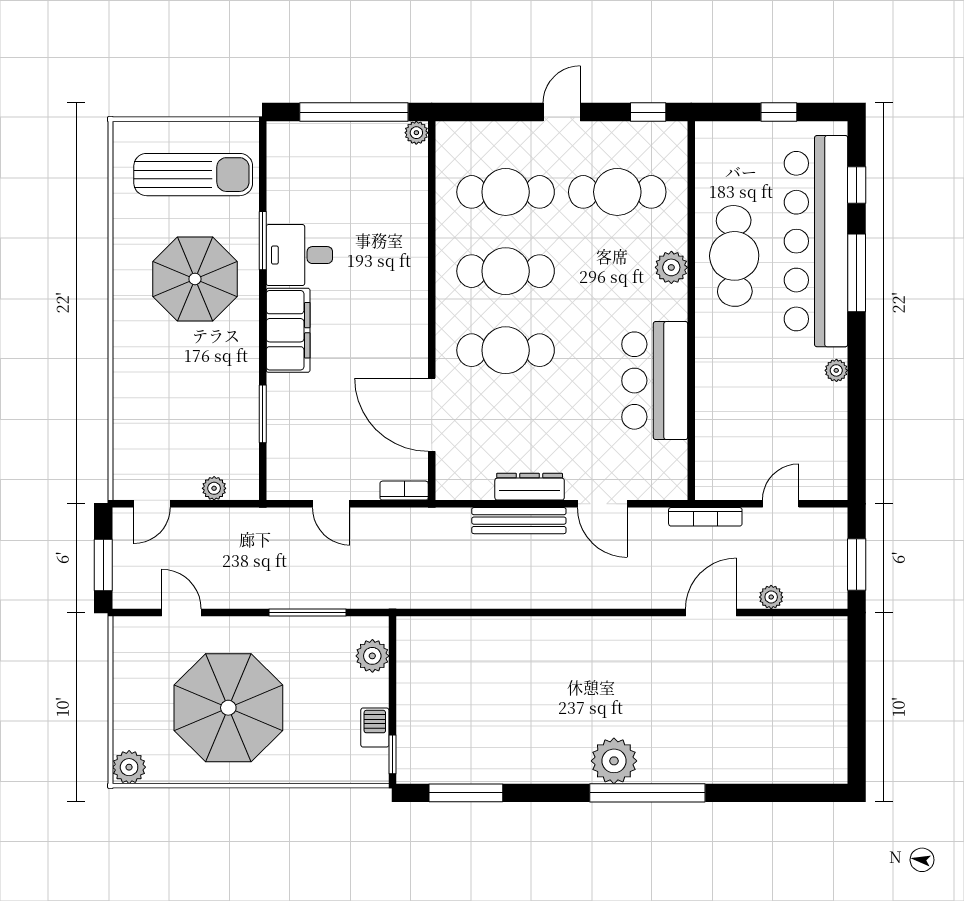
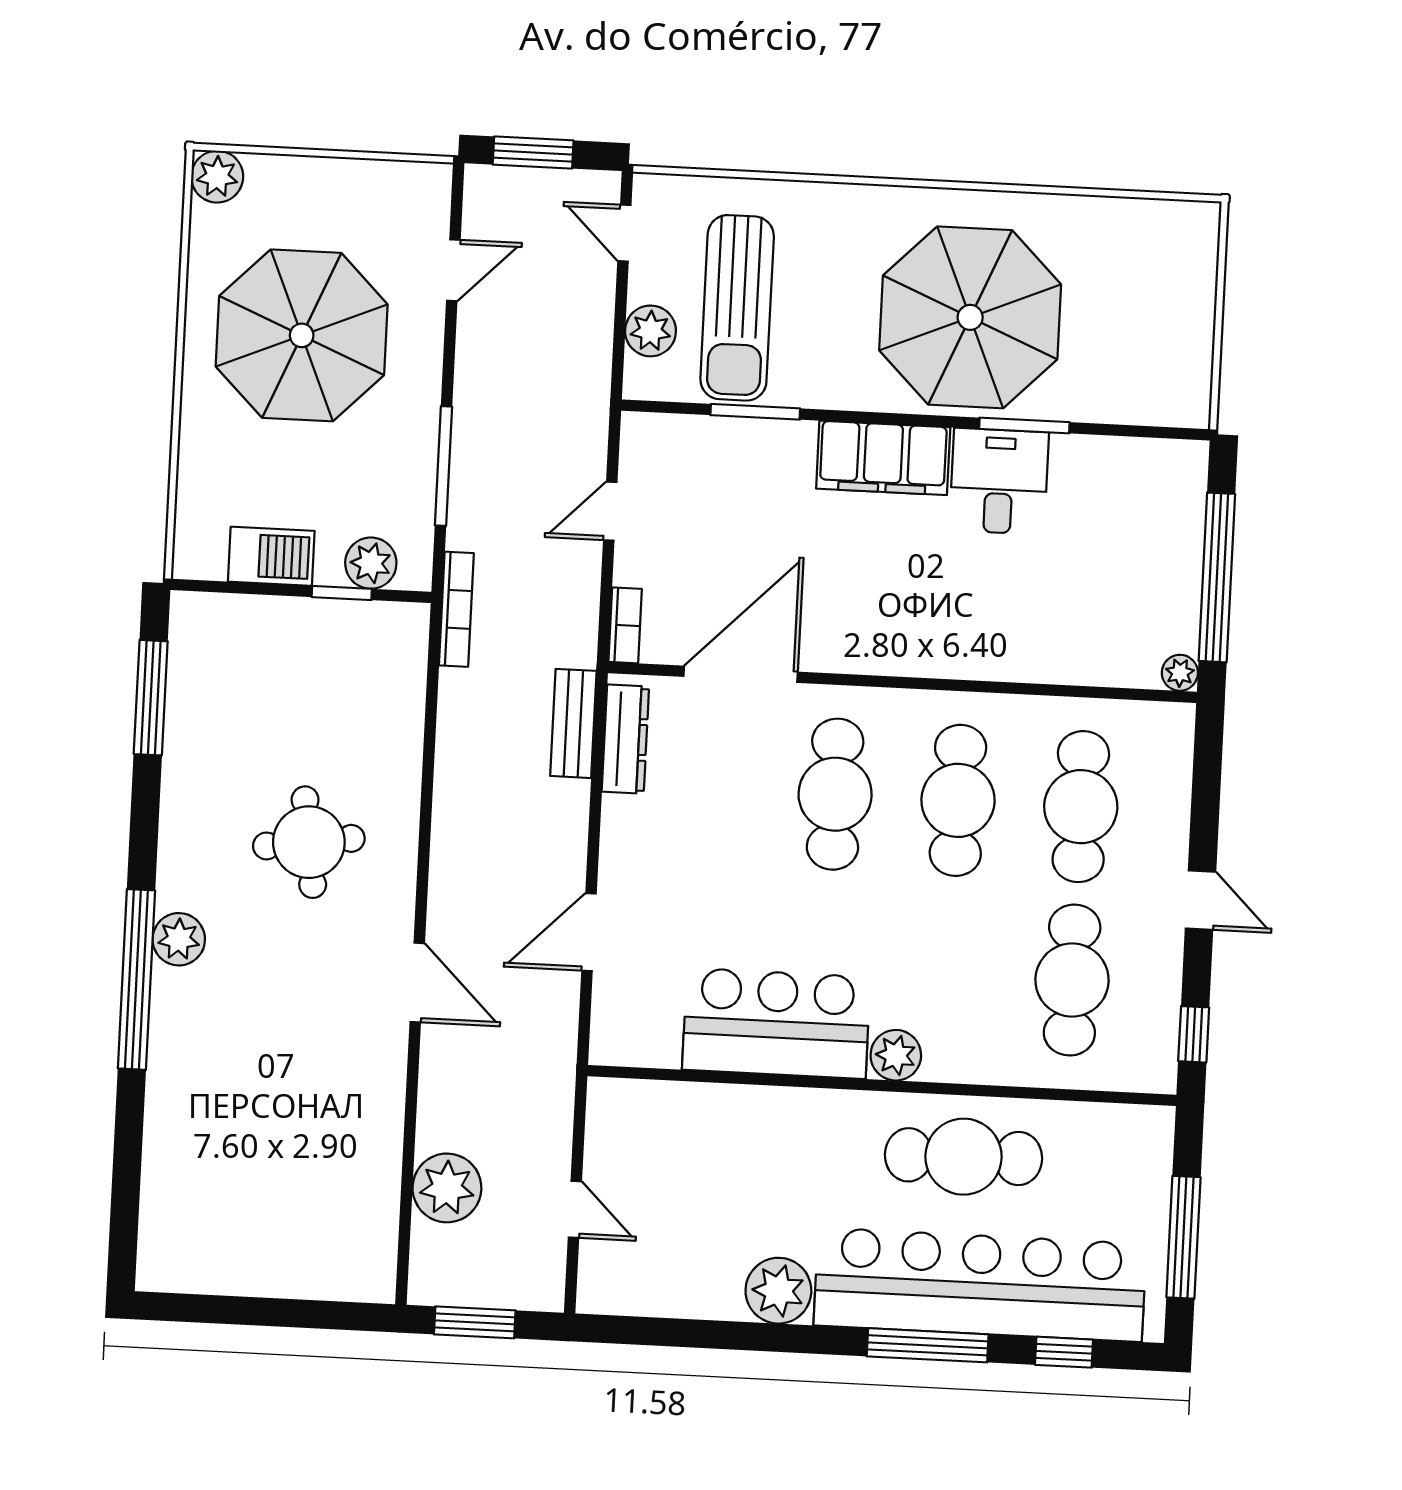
window: (779, 112) -> (1183, 1237), width x2.17
sun lounger: (193, 175) -> (737, 308), moved
plant: (671, 267) -> (896, 1055), moved
parasol: (195, 279) -> (970, 317), width x1.36, depth x1.36
plant: (836, 370) -> (778, 1291), width x1.88, depth x1.88
dresser: (530, 487) -> (625, 739), moved
plant: (214, 488) -> (651, 331), width x1.38, depth x1.38
bookcase: (705, 517) -> (456, 609), moved, turned 180
bench: (519, 521) -> (573, 723), moved, width x0.73
plant: (771, 597) -> (447, 1188), width x1.87, depth x1.87
door: (711, 612) -> (417, 983), moved
round table: (554, 687) -> (309, 842), added
barbecue: (375, 727) -> (271, 556), width x1.38, depth x1.27
window: (392, 754) -> (342, 593), moved
plant: (614, 761) -> (179, 939), width x0.73, depth x0.73

